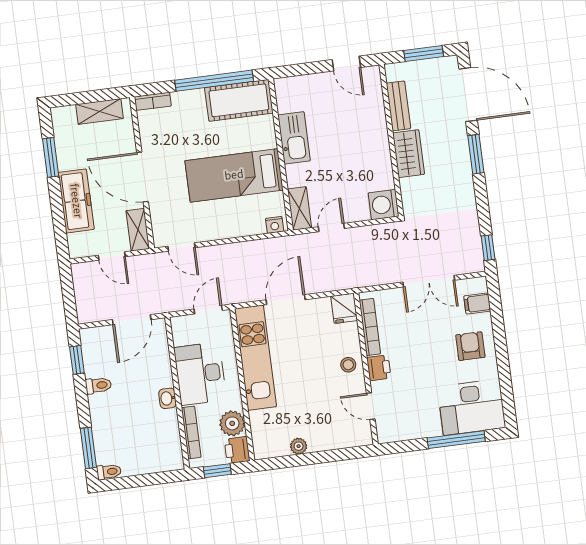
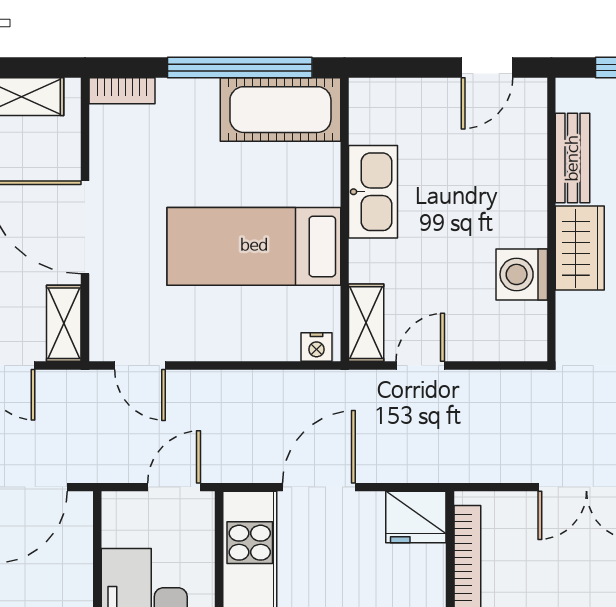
door: (346, 63) -> (487, 67), hinge flipped
washing machine: (384, 205) -> (522, 274), moved
fridge: (344, 308) -> (416, 517), width x1.38

